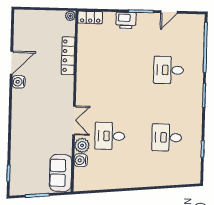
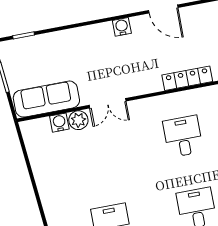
water cooler: (19, 82) -> (122, 27), moved
desk: (110, 136) -> (183, 136), moved
sofa: (61, 173) -> (46, 99), width x1.36

